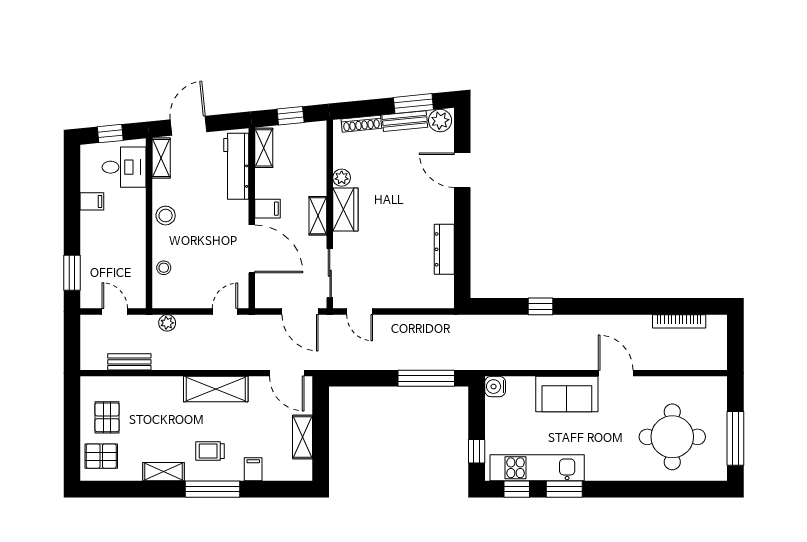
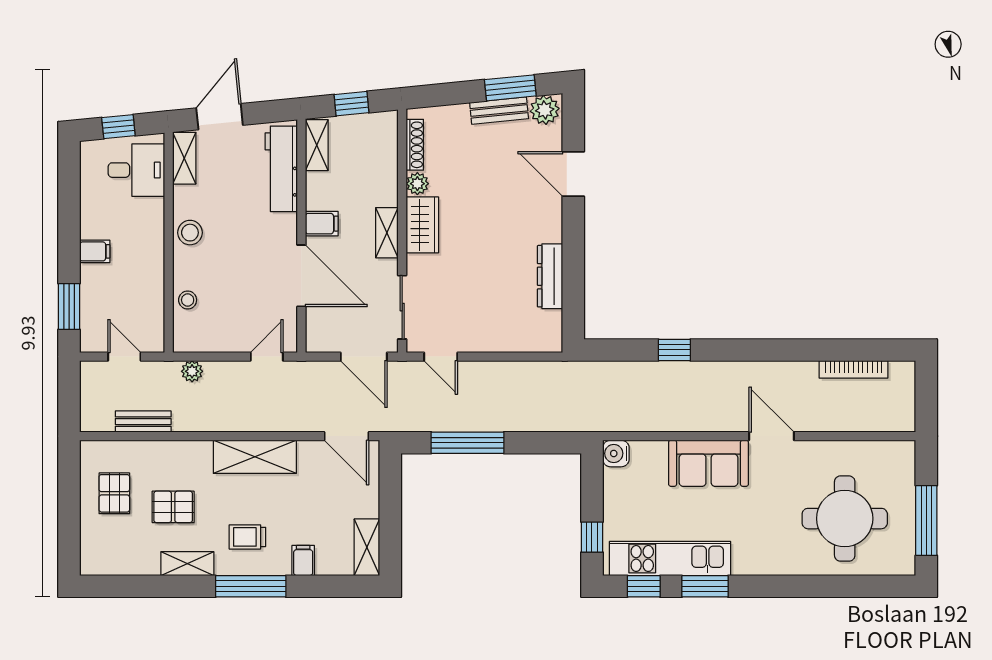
shoe rack: (361, 124) -> (415, 145), moved, turned -84
filing cabinet: (92, 201) -> (95, 251), moved
window: (426, 378) -> (467, 443), moved
shelving: (302, 437) -> (367, 547), moved
pallet: (101, 456) -> (173, 507), moved

